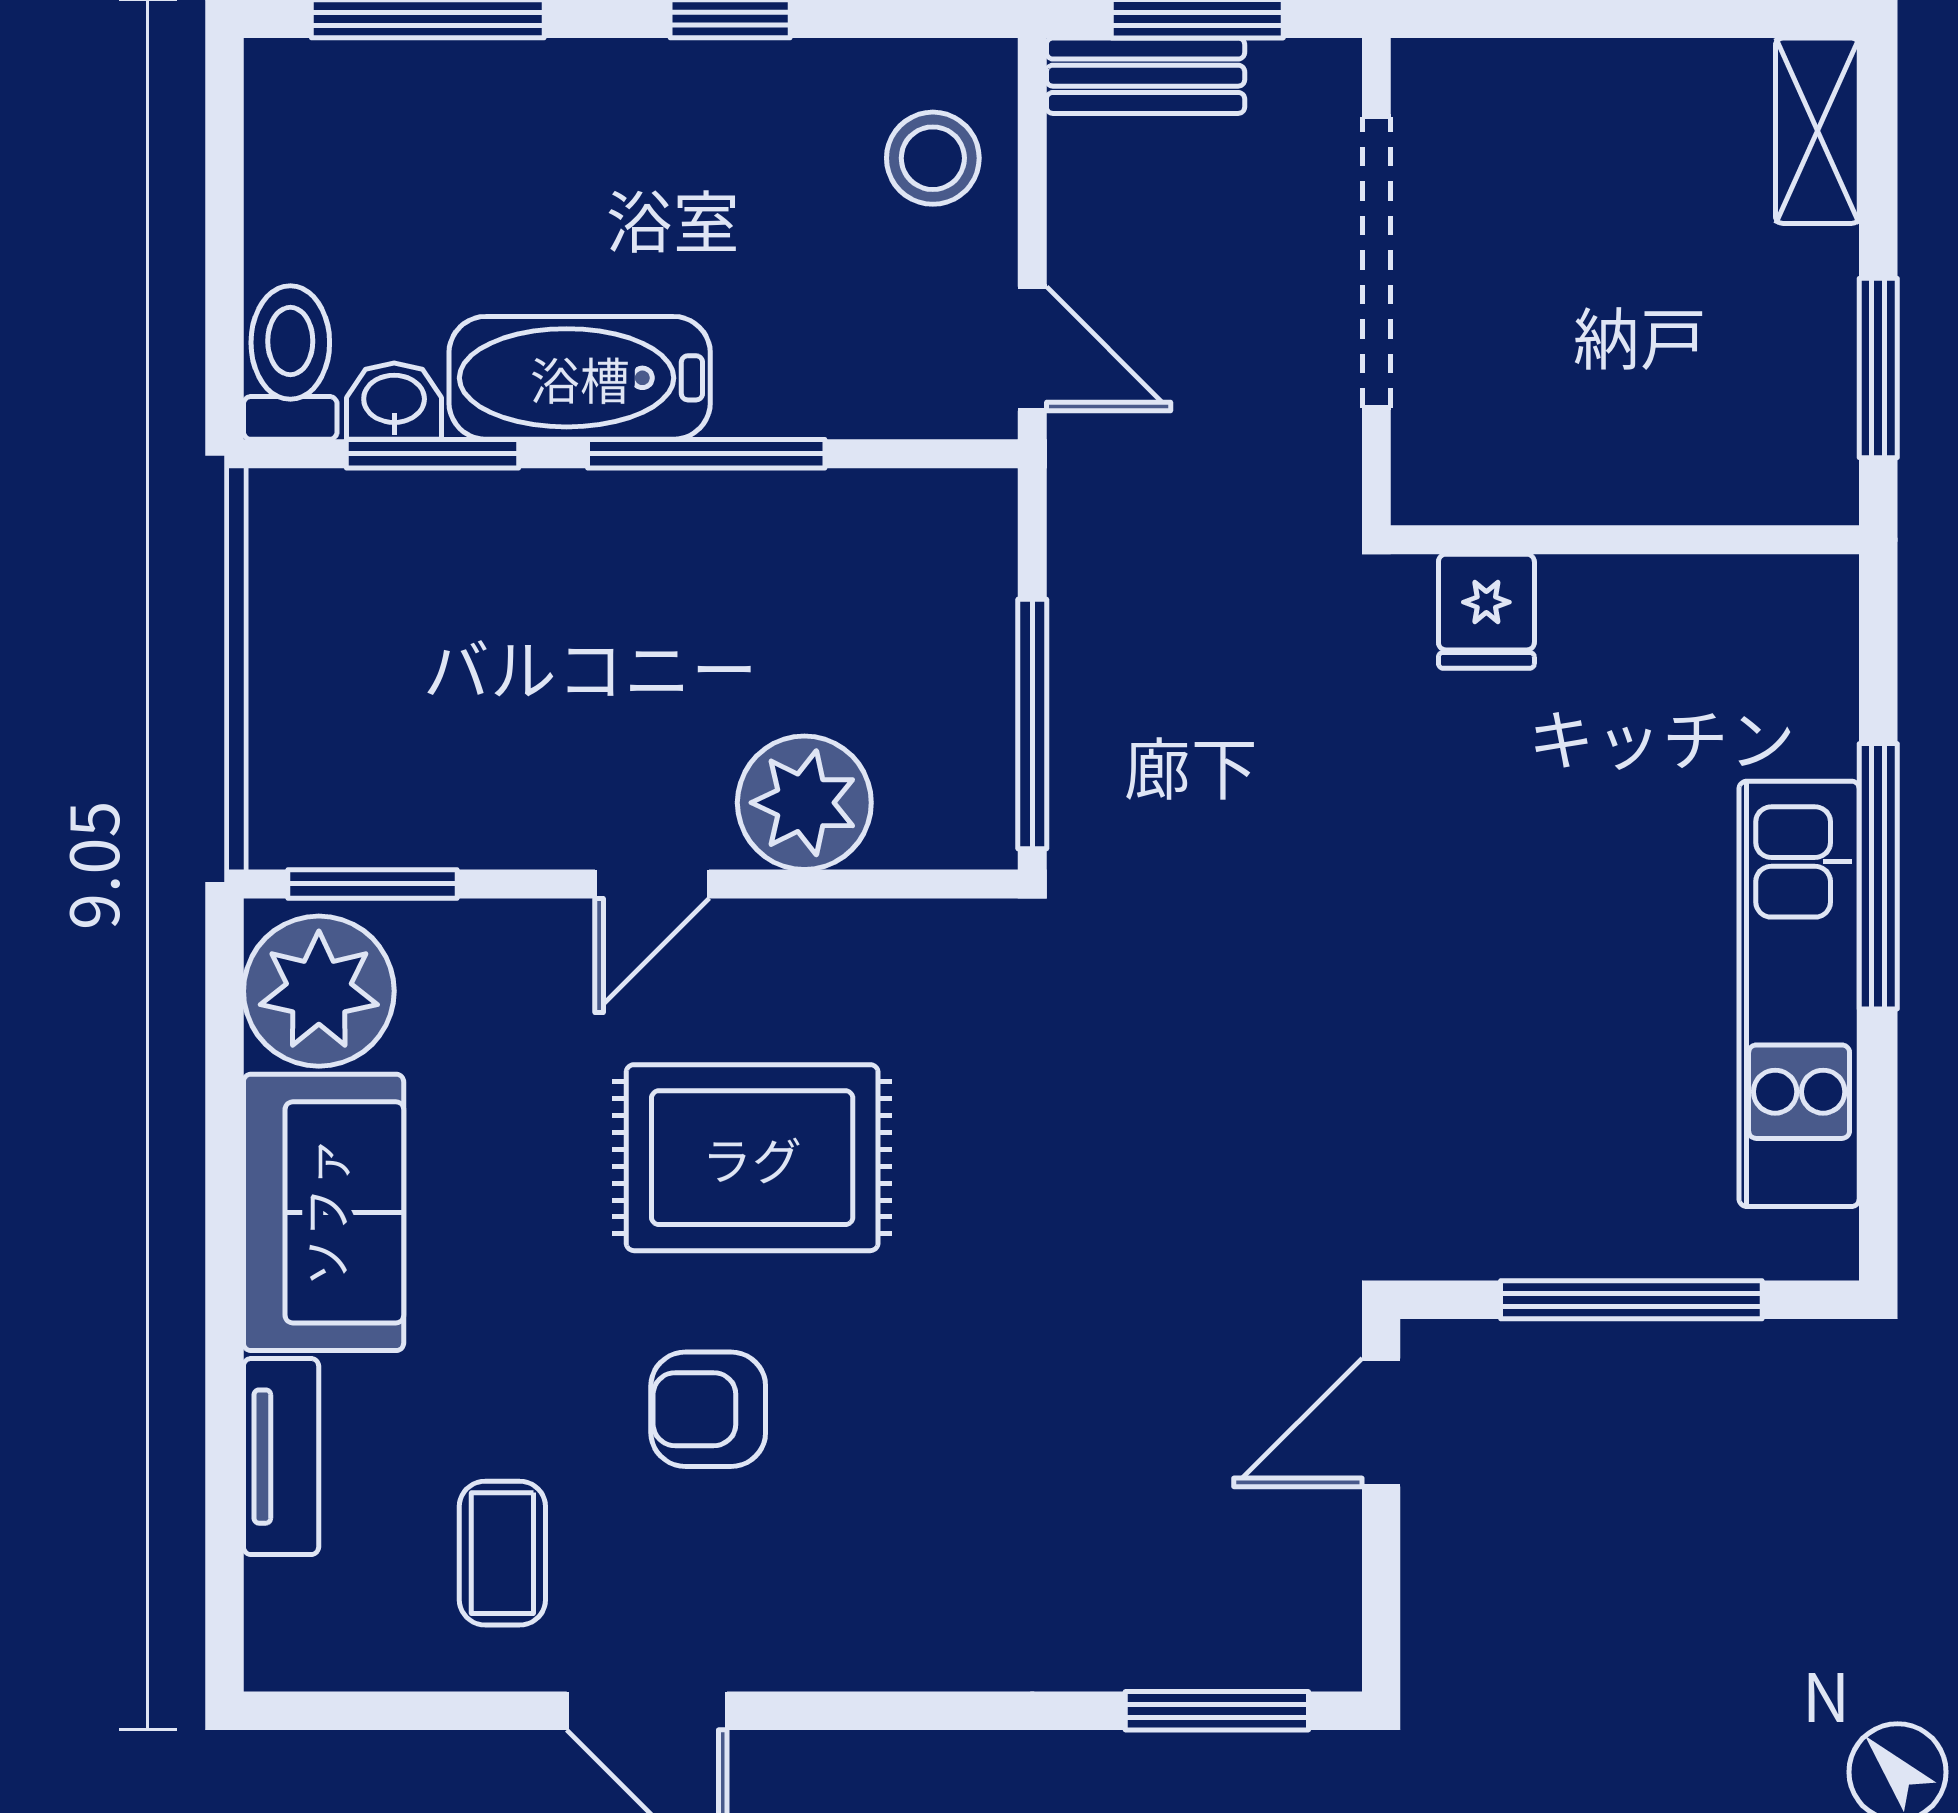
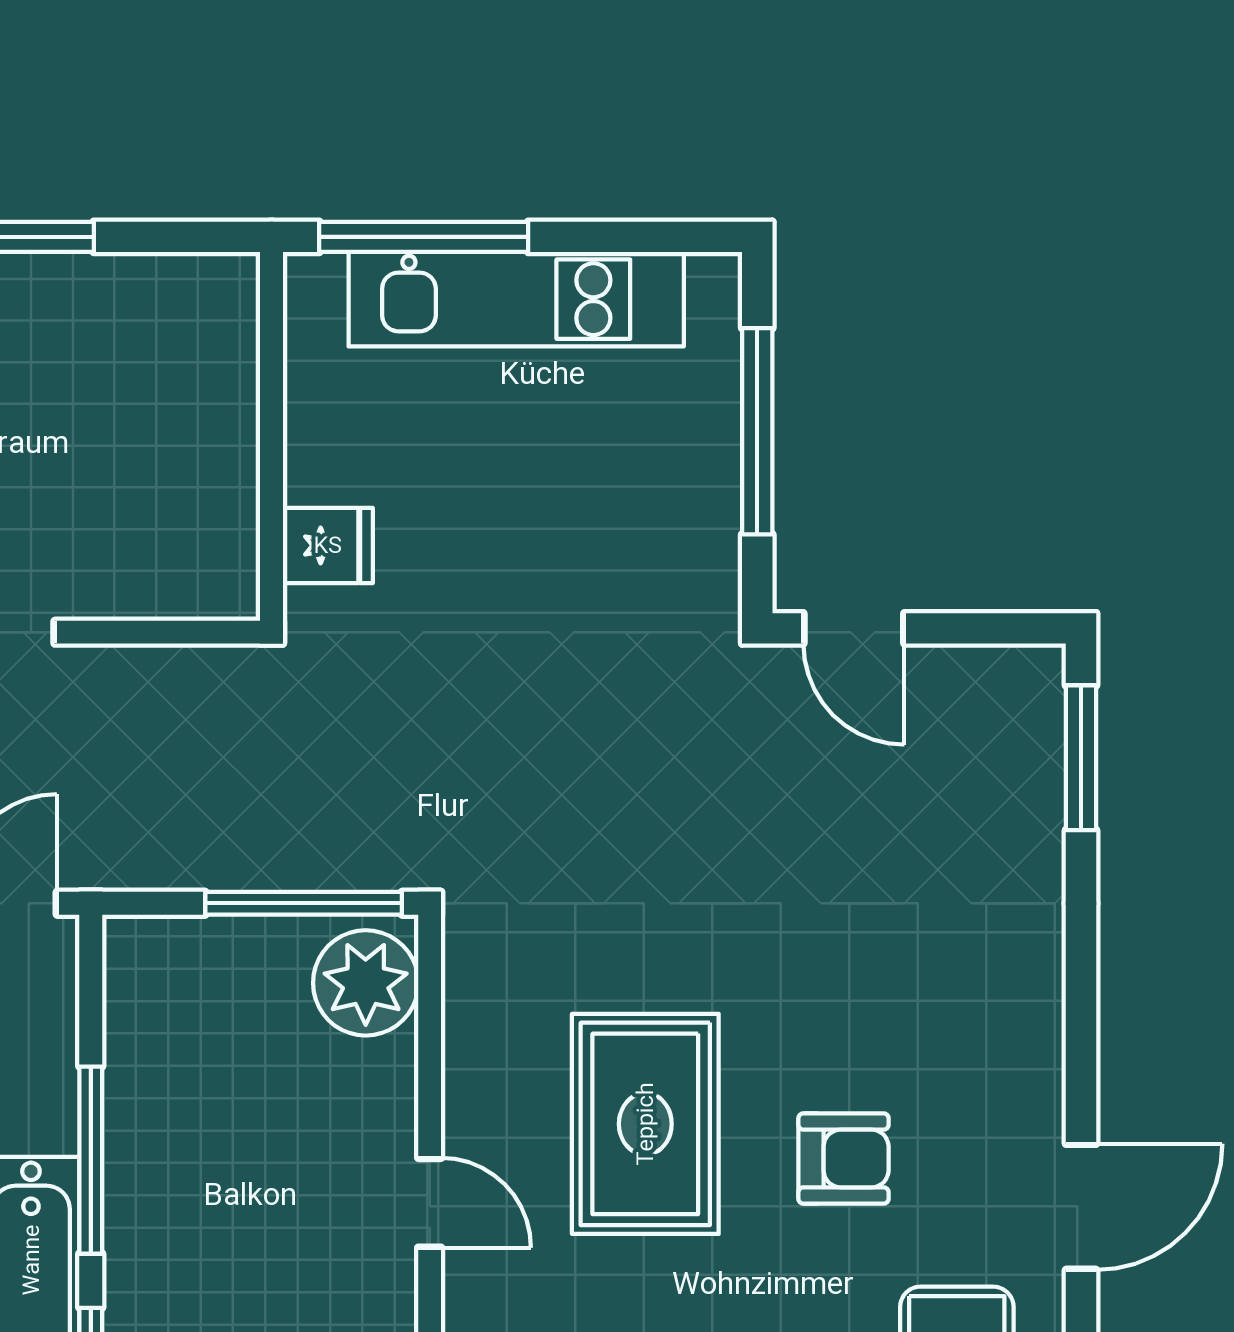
wall: (1625, 540) -> (272, 436), moved
fridge: (1486, 611) -> (328, 545), moved
plant: (804, 803) -> (366, 983), moved
armchair: (708, 1409) -> (843, 1159), turned -90

